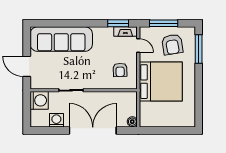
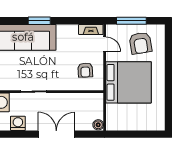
window: (118, 23) -> (39, 21), moved
window: (199, 49) -> (168, 48), removed
double door: (93, 130) -> (56, 134), width x0.73

